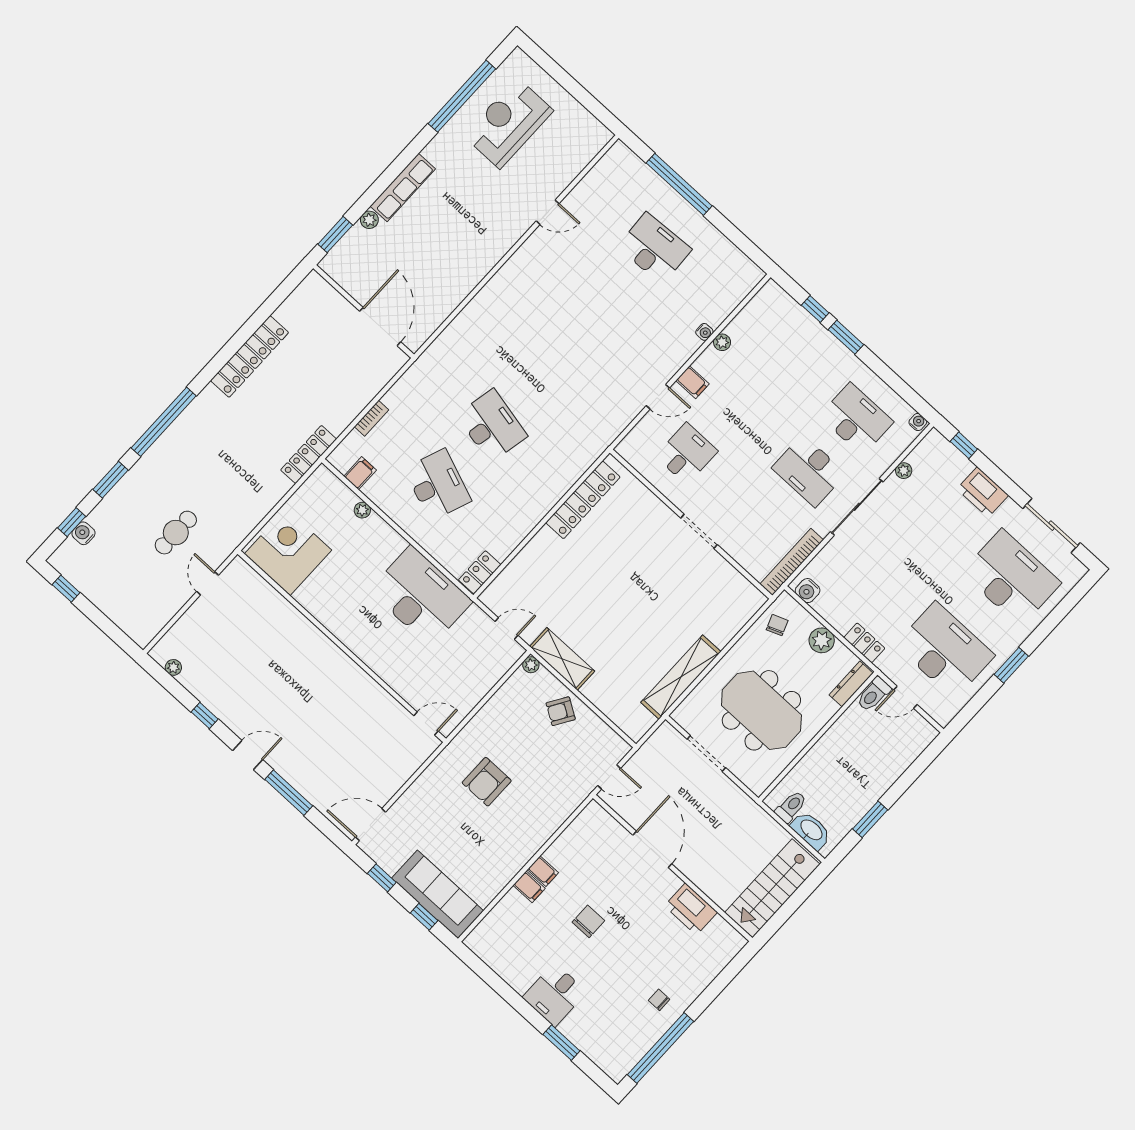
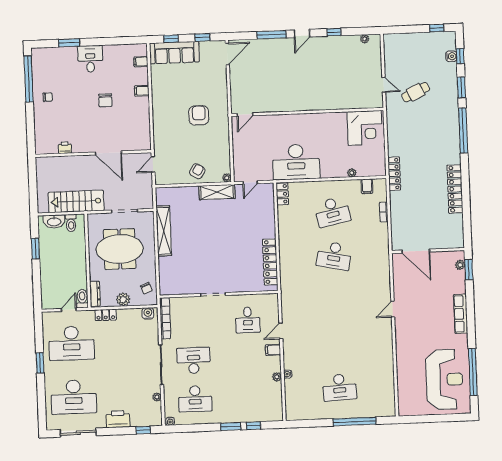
reception desk: (508, 123) -> (444, 379), width x1.36, depth x1.30
door: (548, 212) -> (393, 309), moved
plant: (369, 220) -> (460, 265), moved
desk: (438, 485) -> (332, 212), turned -33
cafe table: (176, 533) -> (416, 92), turned 65
filing cabinet: (543, 871) -> (141, 62), moved
stairs: (772, 888) -> (76, 201), moved, turned -90
printer: (691, 909) -> (65, 148), width x0.53, depth x0.68

